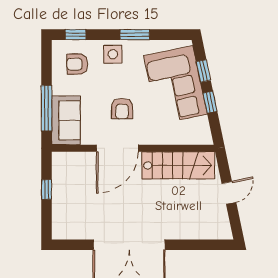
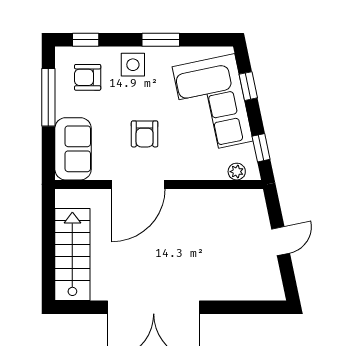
window: (210, 102) -> (261, 148), moved
window: (46, 108) -> (48, 97), moved
plant: (194, 138) -> (237, 172), added
stairs: (178, 165) -> (72, 255), moved, turned -90
window: (46, 189) -> (48, 237), removed

